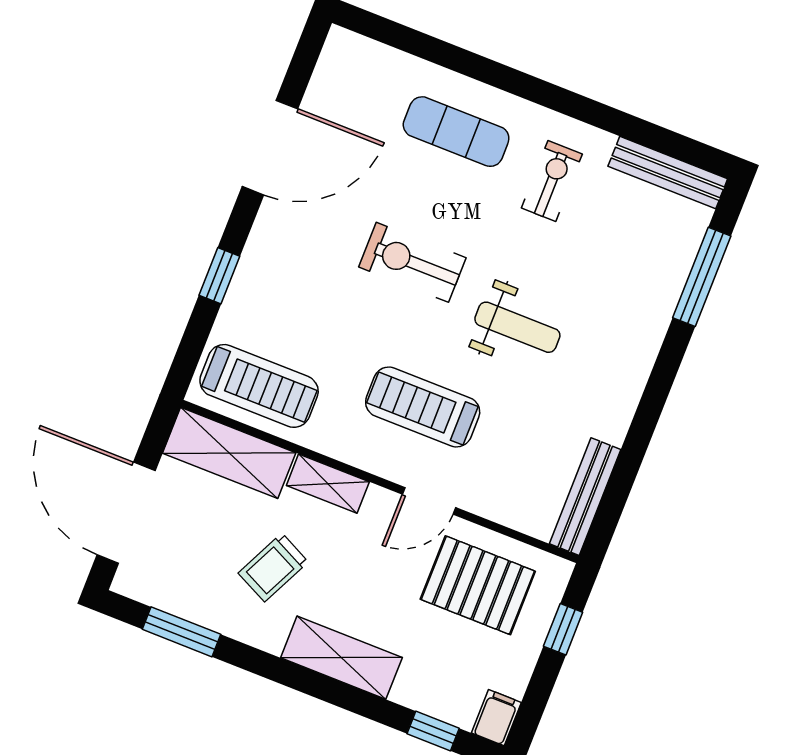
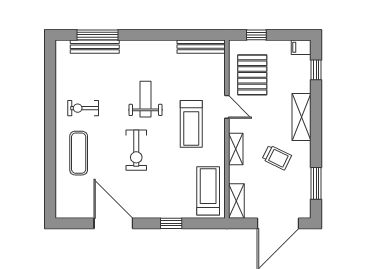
bench: (668, 173) -> (95, 47), moved, turned 90
shelving: (229, 453) -> (236, 201), width x0.67, depth x0.75

